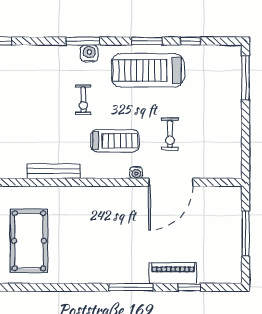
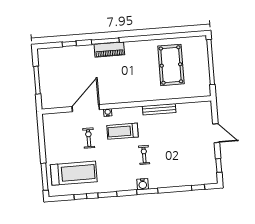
treadmill: (148, 70) -> (74, 173), moved
piano: (173, 273) -> (109, 50), moved

